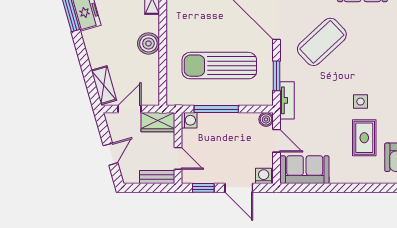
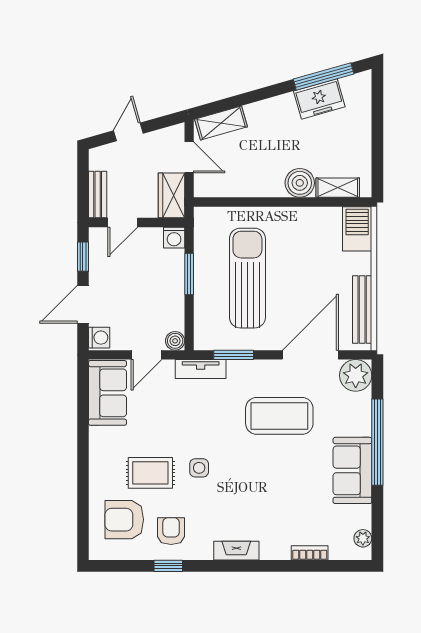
coffee table: (322, 42) -> (279, 416), turned -47
boiler: (148, 43) -> (300, 183), moved
window: (216, 109) -> (189, 274), width x0.69
door: (111, 154) -> (128, 132), swing flipped

